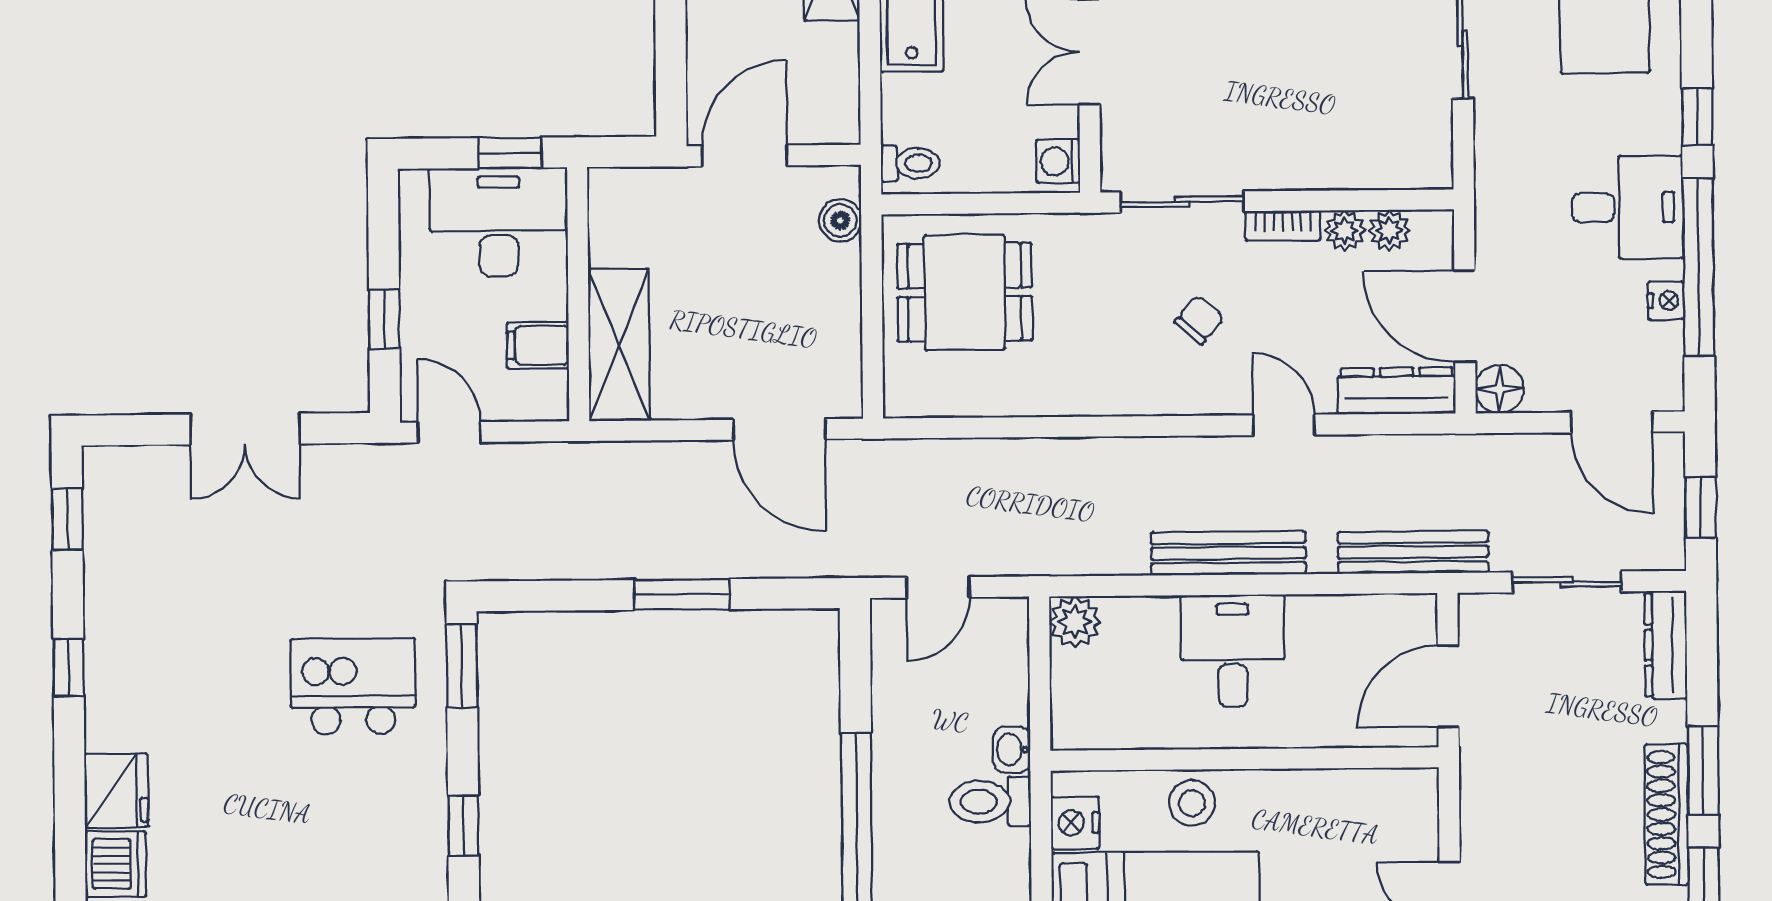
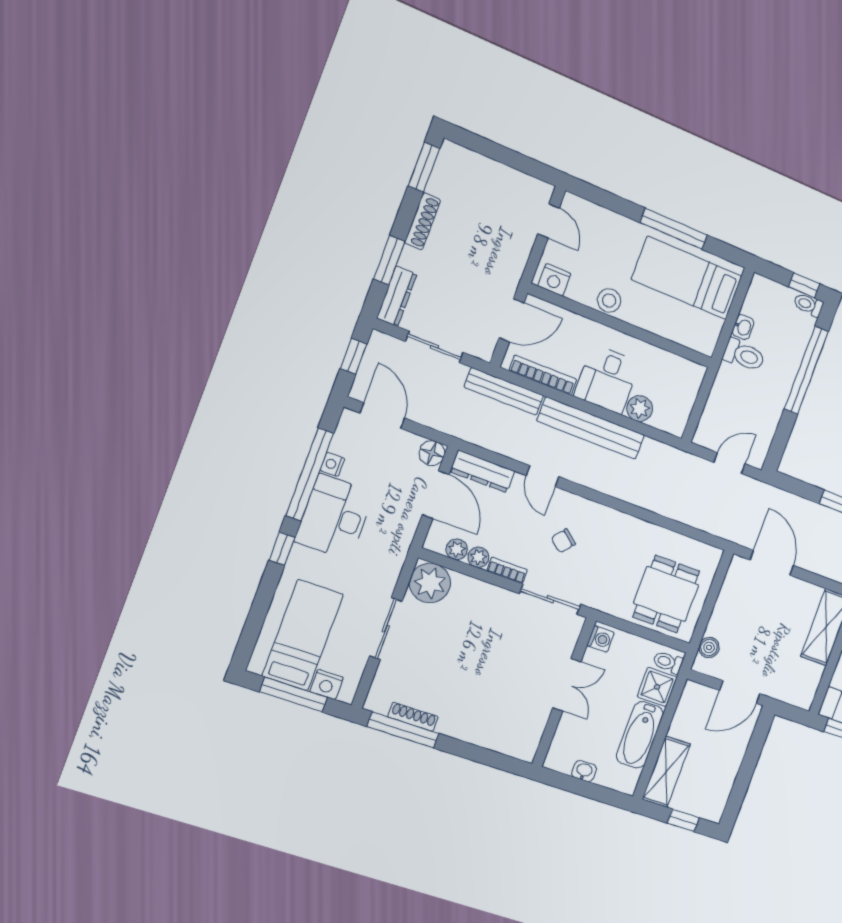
shower: (913, 108) -> (657, 687), added
plant: (1414, 151) -> (430, 583), added
desk: (1628, 207) -> (334, 517), width x1.37
dining table: (965, 292) -> (666, 594), turned 90
bench: (1228, 553) -> (591, 428), width x1.37, depth x1.21
bookcase: (1354, 610) -> (543, 375), added
plant: (1075, 622) -> (640, 409), moved
washbasin: (1012, 750) -> (743, 327), moved
window: (1703, 771) -> (389, 260), moved
stool: (1192, 803) -> (609, 301), moved
shoe rack: (1667, 815) -> (423, 221), width x0.74, depth x0.81
nightstand: (1075, 823) -> (554, 280), moved, turned 90

